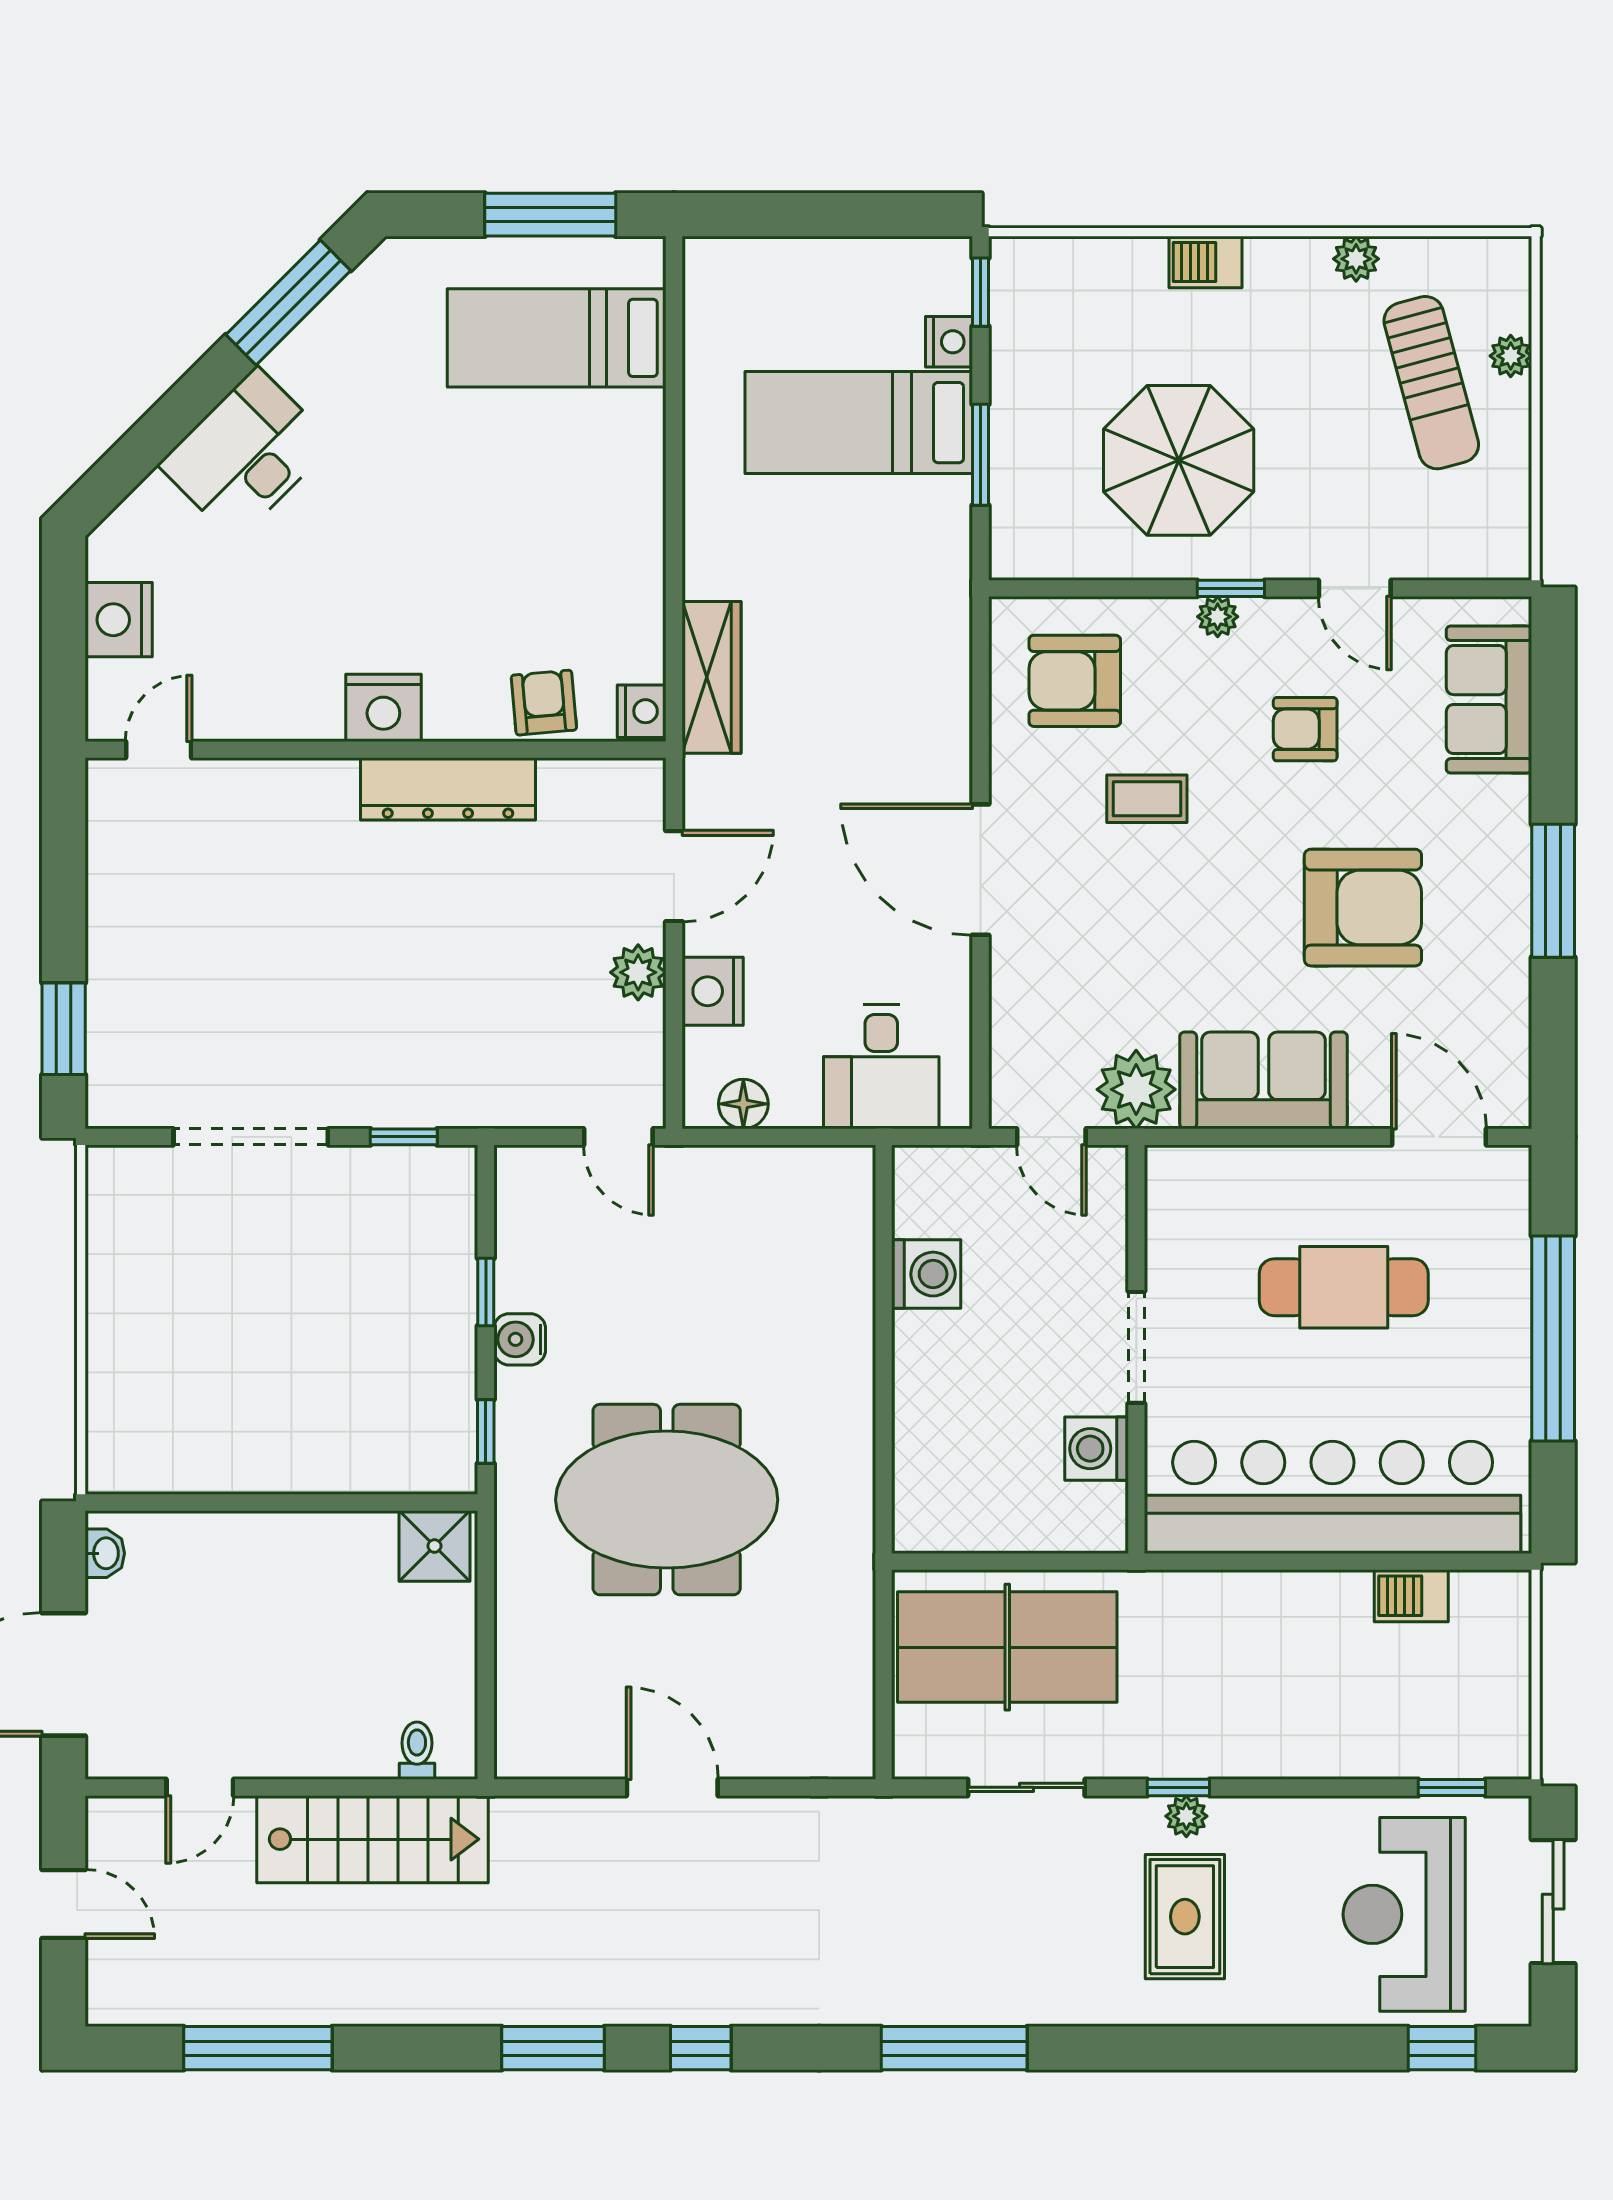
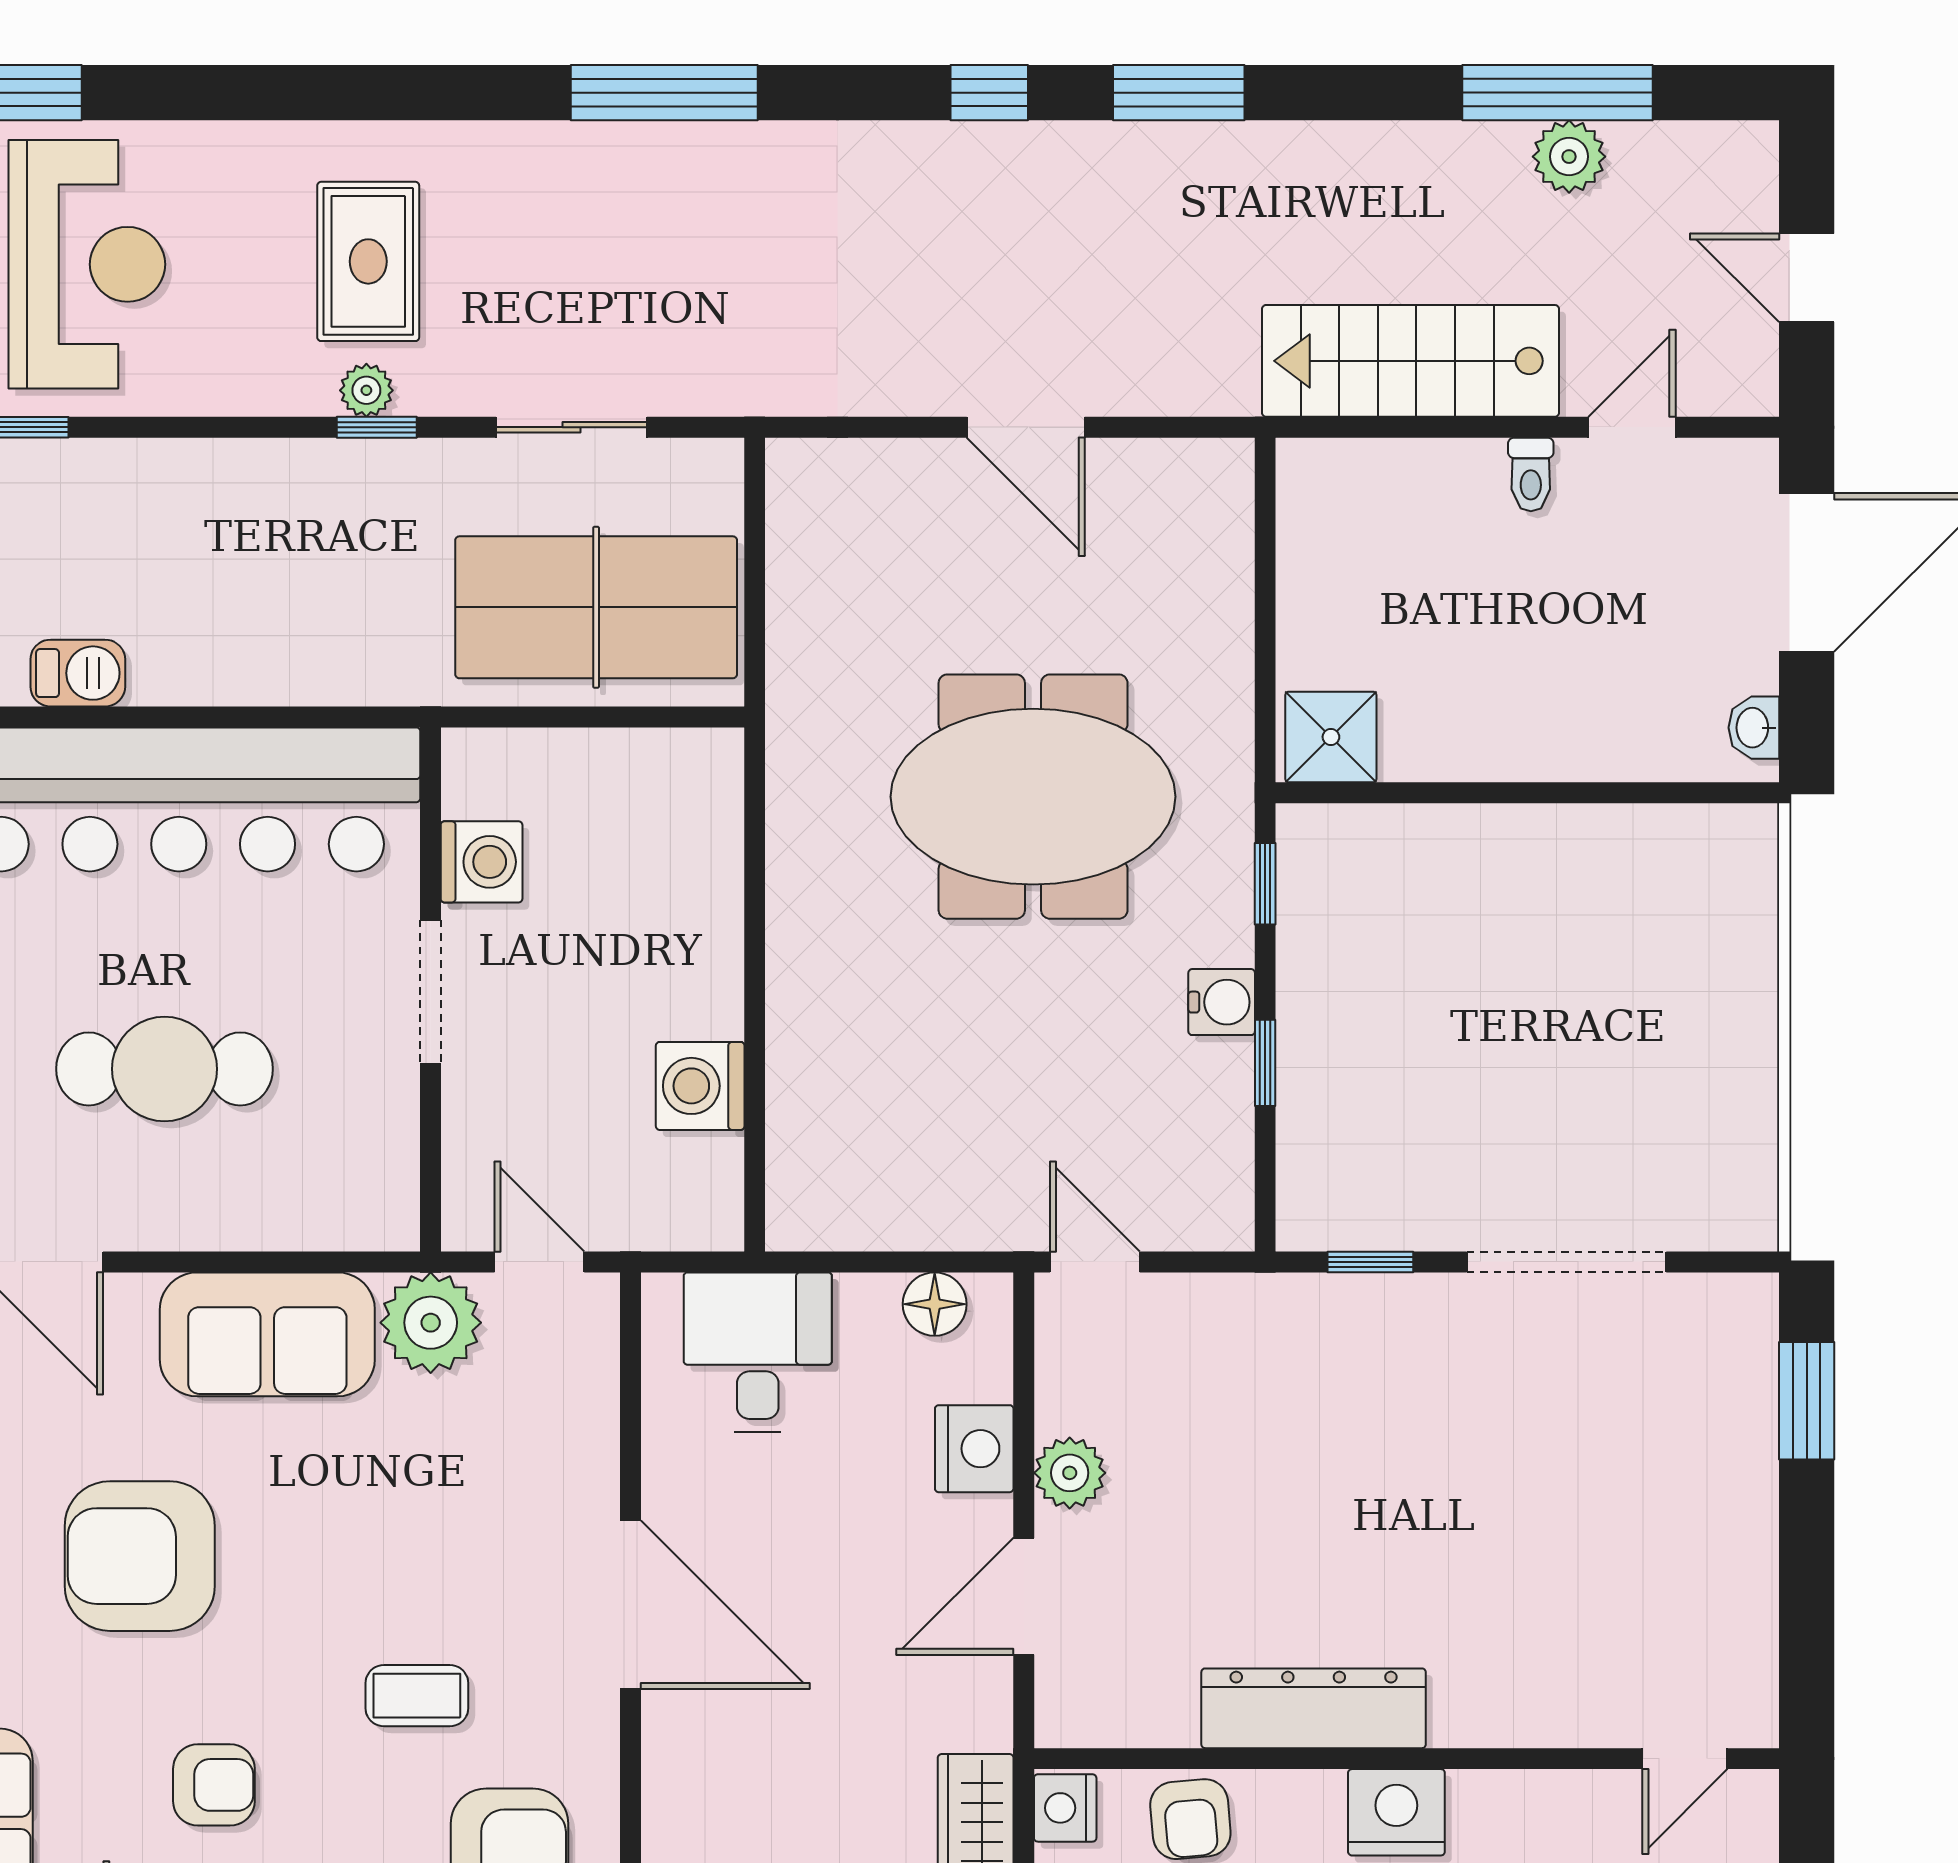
toilet: (417, 1751) -> (1531, 475), moved
plant: (249, 1998) -> (1569, 157), added

